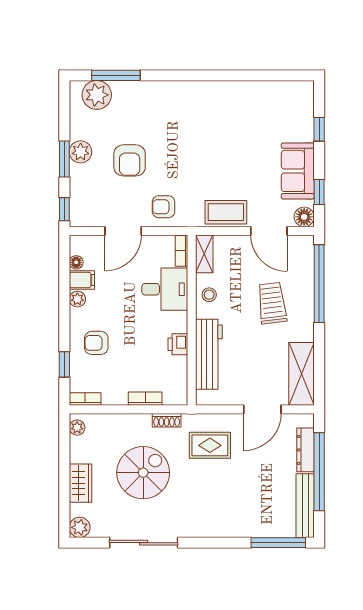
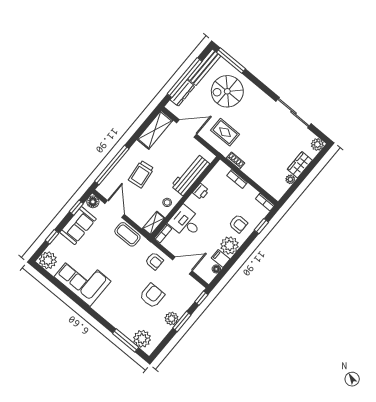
plant: (299, 95) -> (48, 260), added
corner sofa: (236, 108) -> (83, 279), added
plant: (77, 299) -> (229, 245), width x1.88, depth x1.88
plant: (77, 428) -> (290, 179), moved
spiral stairs: (143, 473) -> (227, 91), moved

